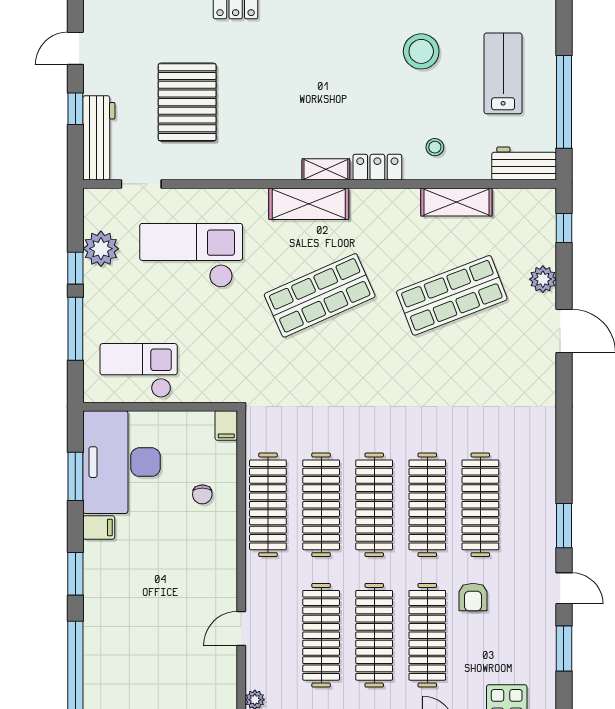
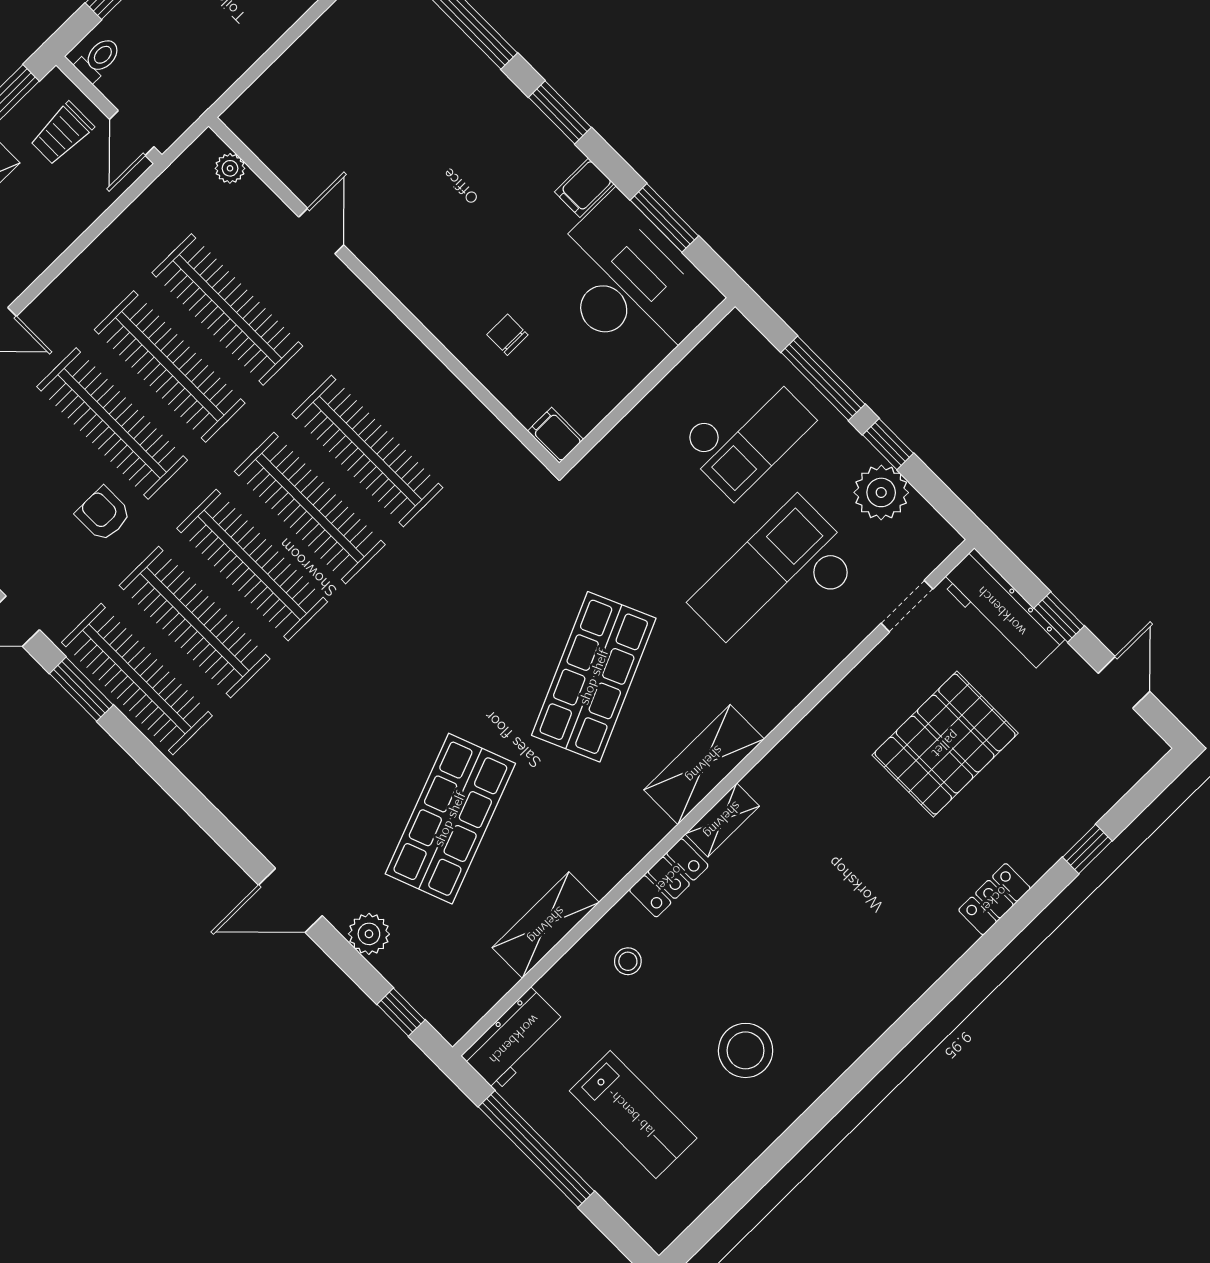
pallet: (187, 102) -> (945, 744), turned 90
checkout: (191, 255) -> (776, 582), turned 180
checkout: (139, 371) -> (747, 432), moved
clothes rail: (268, 505) -> (137, 679), moved

